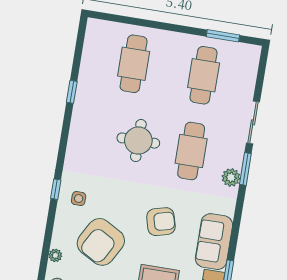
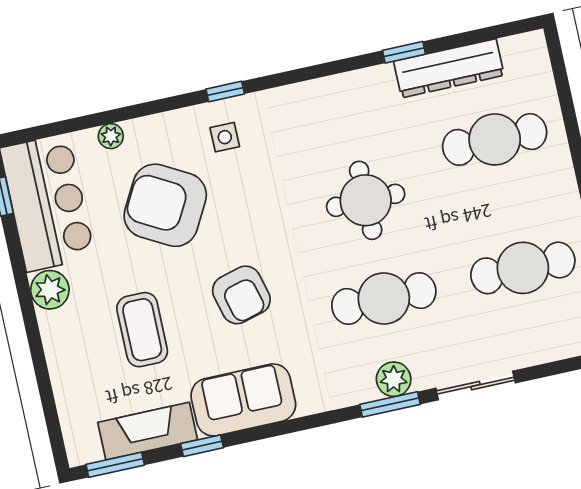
dresser: (89, 73) -> (449, 68), added
plant: (231, 177) -> (394, 379), moved

